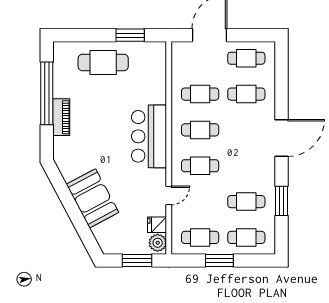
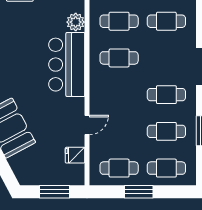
cafe table: (200, 166) -> (166, 95), moved
plant: (158, 243) -> (76, 22), moved

